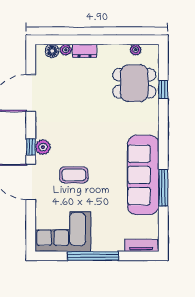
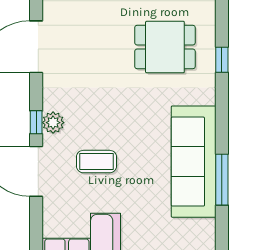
dining table: (134, 83) -> (165, 47), moved
window: (163, 89) -> (222, 60), moved

